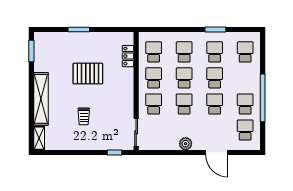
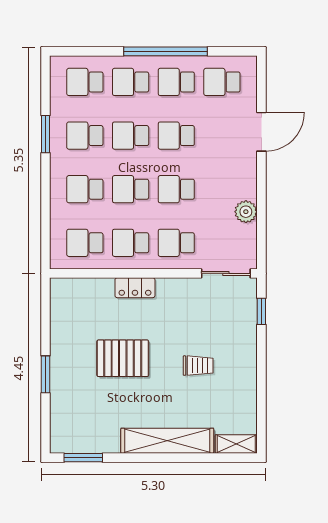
locker: (128, 56) -> (135, 288), moved
pallet: (88, 74) -> (123, 358), turned 90
school desk: (245, 78) -> (131, 82), added
plant: (186, 144) -> (246, 212), moved

